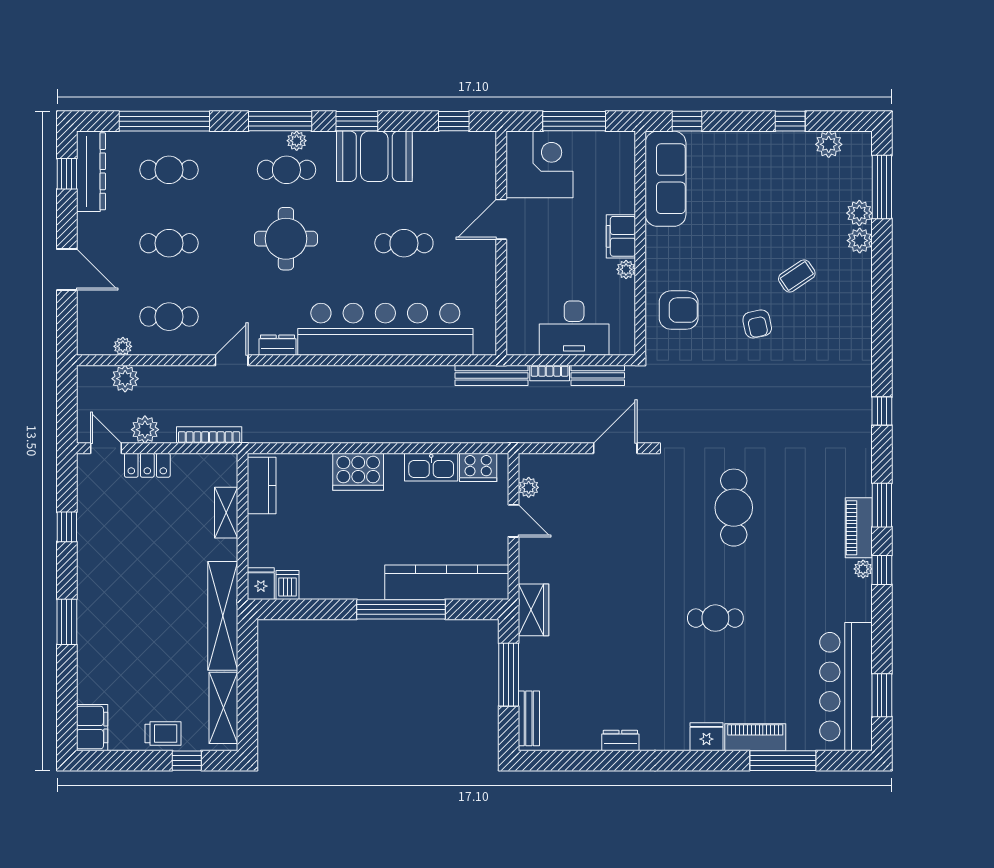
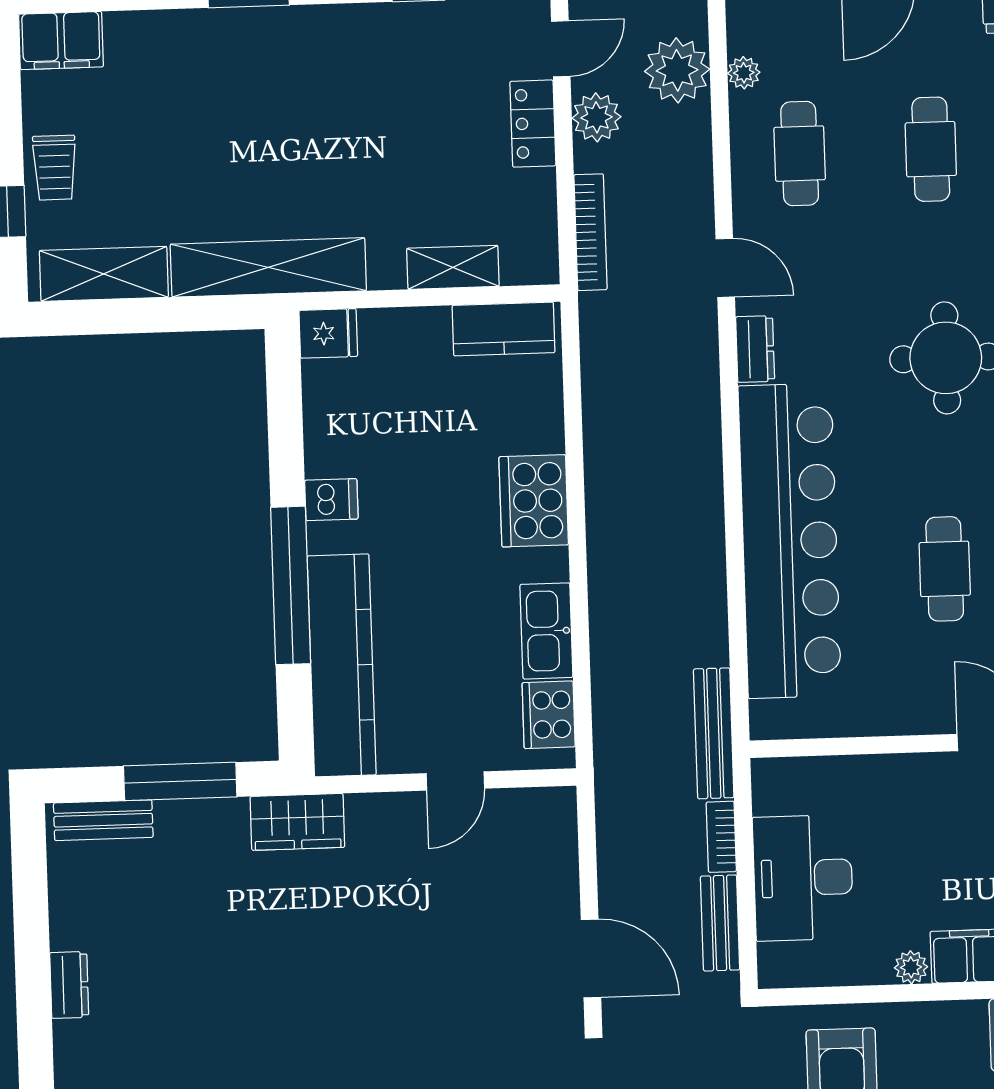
plant: (125, 379) -> (677, 70), width x1.36, depth x1.36
plant: (529, 487) -> (516, 806), removed
dishwasher: (288, 585) -> (331, 500), moved

